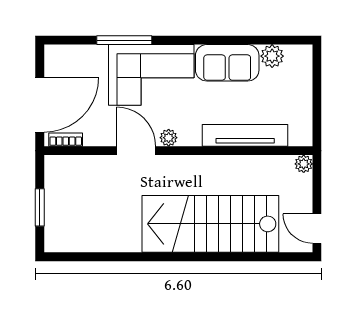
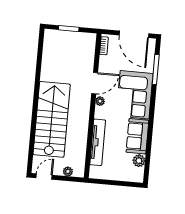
window: (124, 40) -> (156, 69), moved
door: (40, 105) -> (134, 34), moved
plant: (304, 164) -> (68, 171), moved

